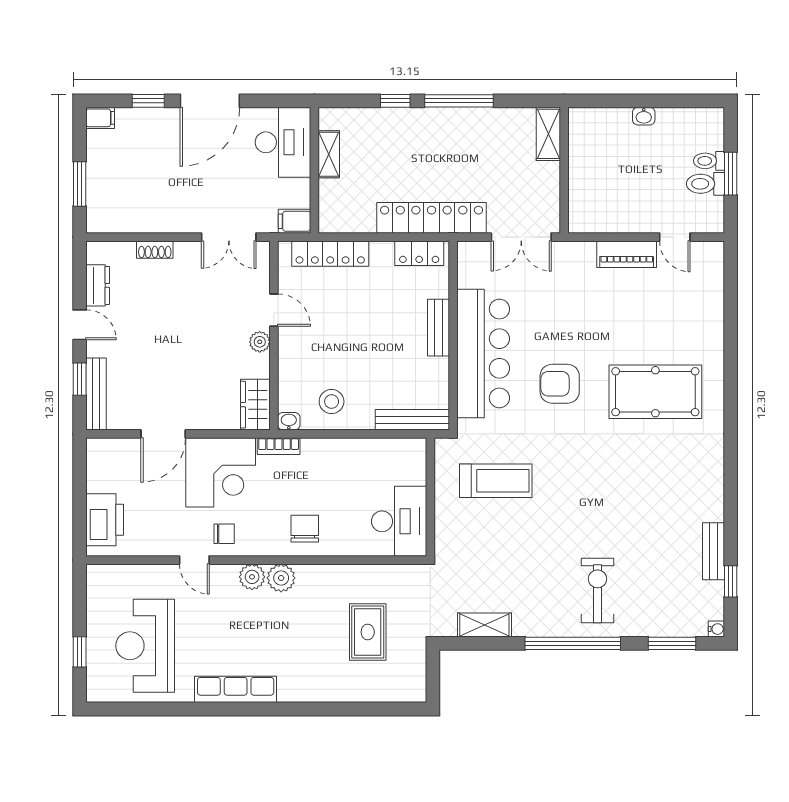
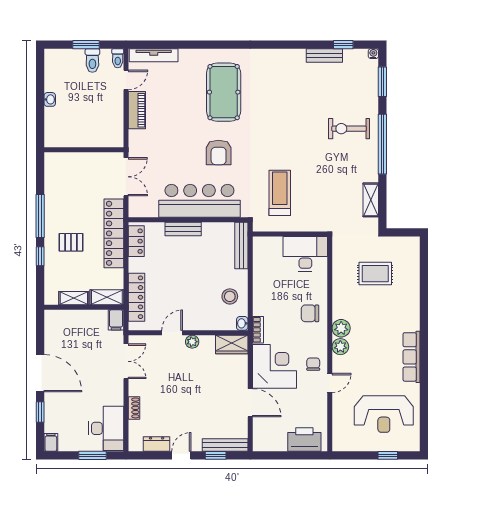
shelving: (548, 134) -> (107, 297), moved
desk: (283, 142) -> (106, 428), moved, turned 90
pallet: (417, 150) -> (71, 242), added
toilet: (709, 161) -> (118, 58), moved
tv unit: (714, 281) -> (154, 55), added

